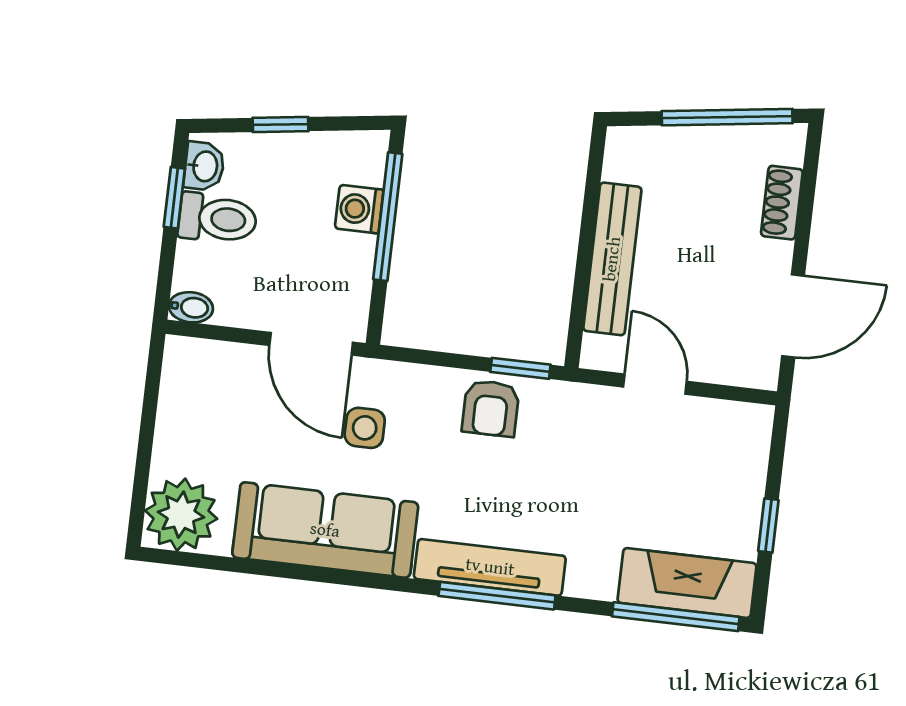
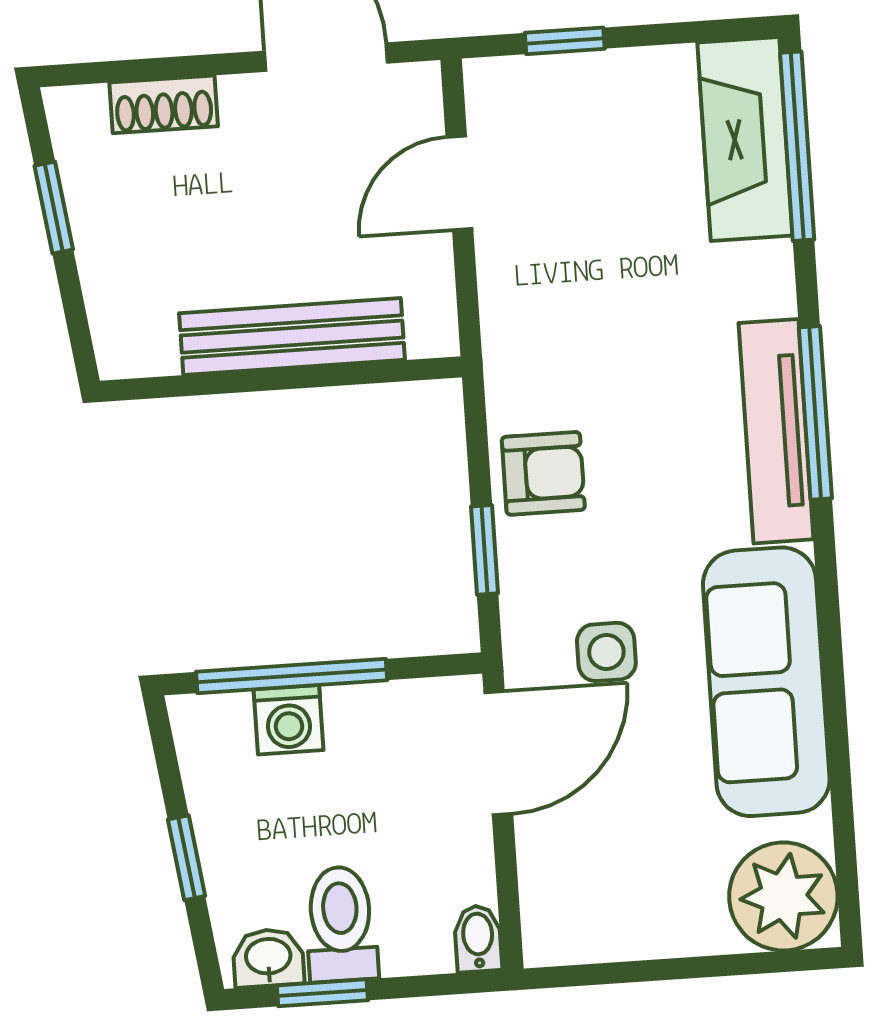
window: (727, 117) -> (54, 208), width x0.46
window: (520, 368) -> (484, 550), moved
door: (655, 384) -> (459, 183), moved
window: (768, 525) -> (565, 41), moved

